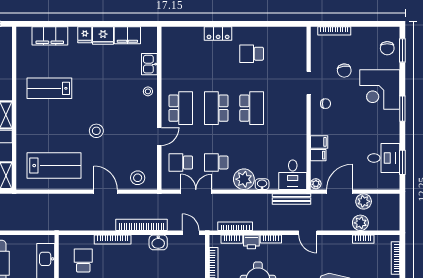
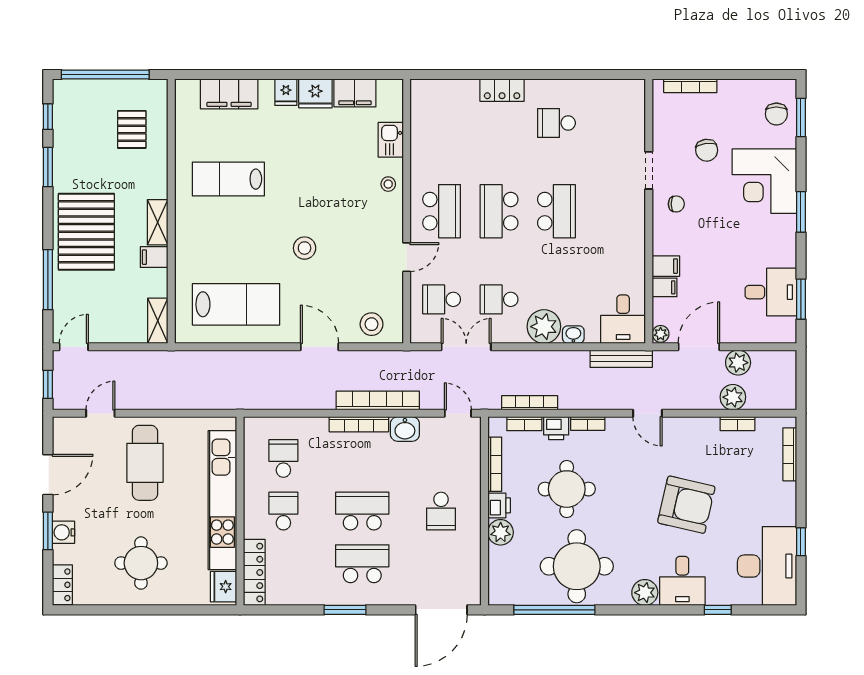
bookcase: (113, 239) -> (359, 424), moved

